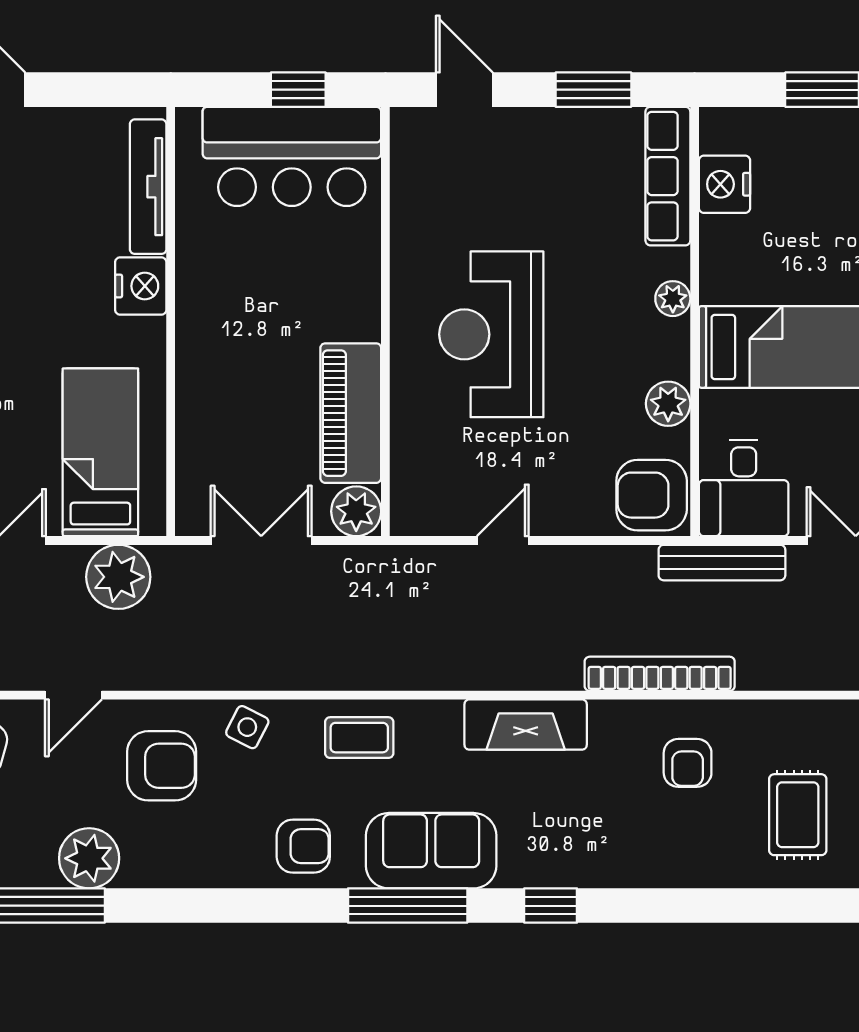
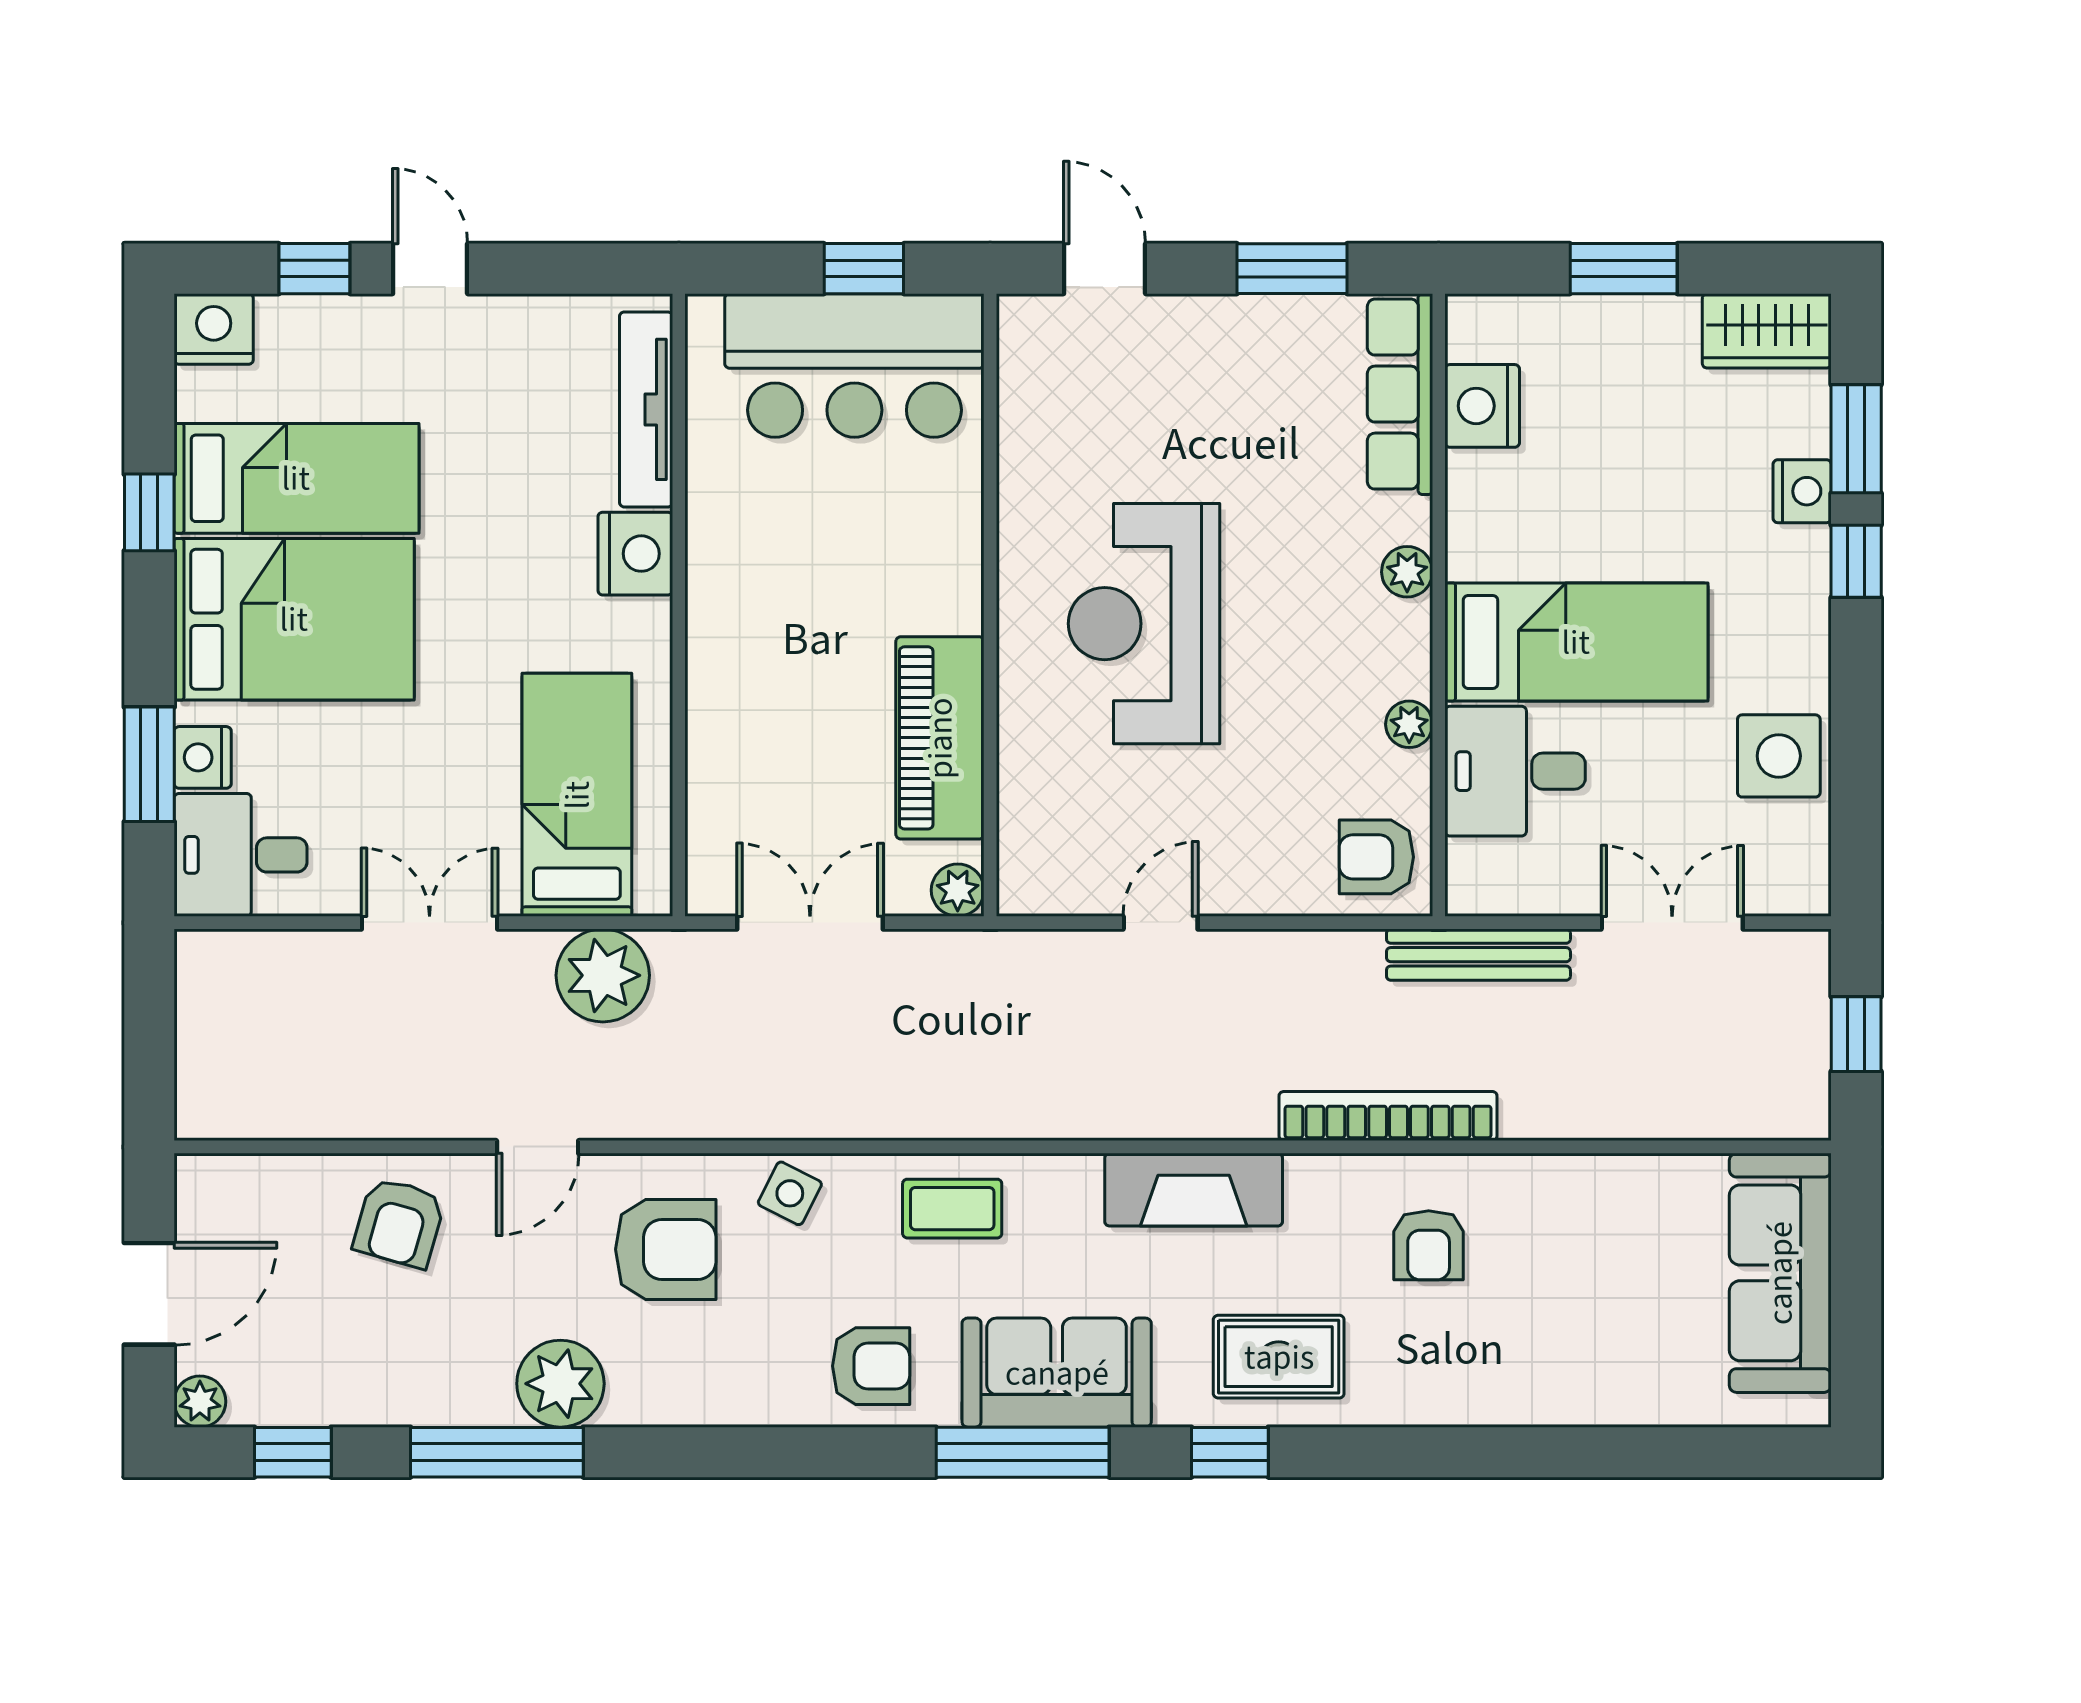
plant: (668, 404) -> (1409, 724), width x0.73, depth x0.73
desk: (744, 488) -> (1515, 771), moved, turned 90
armchair: (652, 495) -> (1376, 857), width x0.72, depth x0.72
plant: (356, 511) -> (958, 890), width x0.73, depth x0.73
rug: (798, 815) -> (1279, 1357), moved, turned 90

